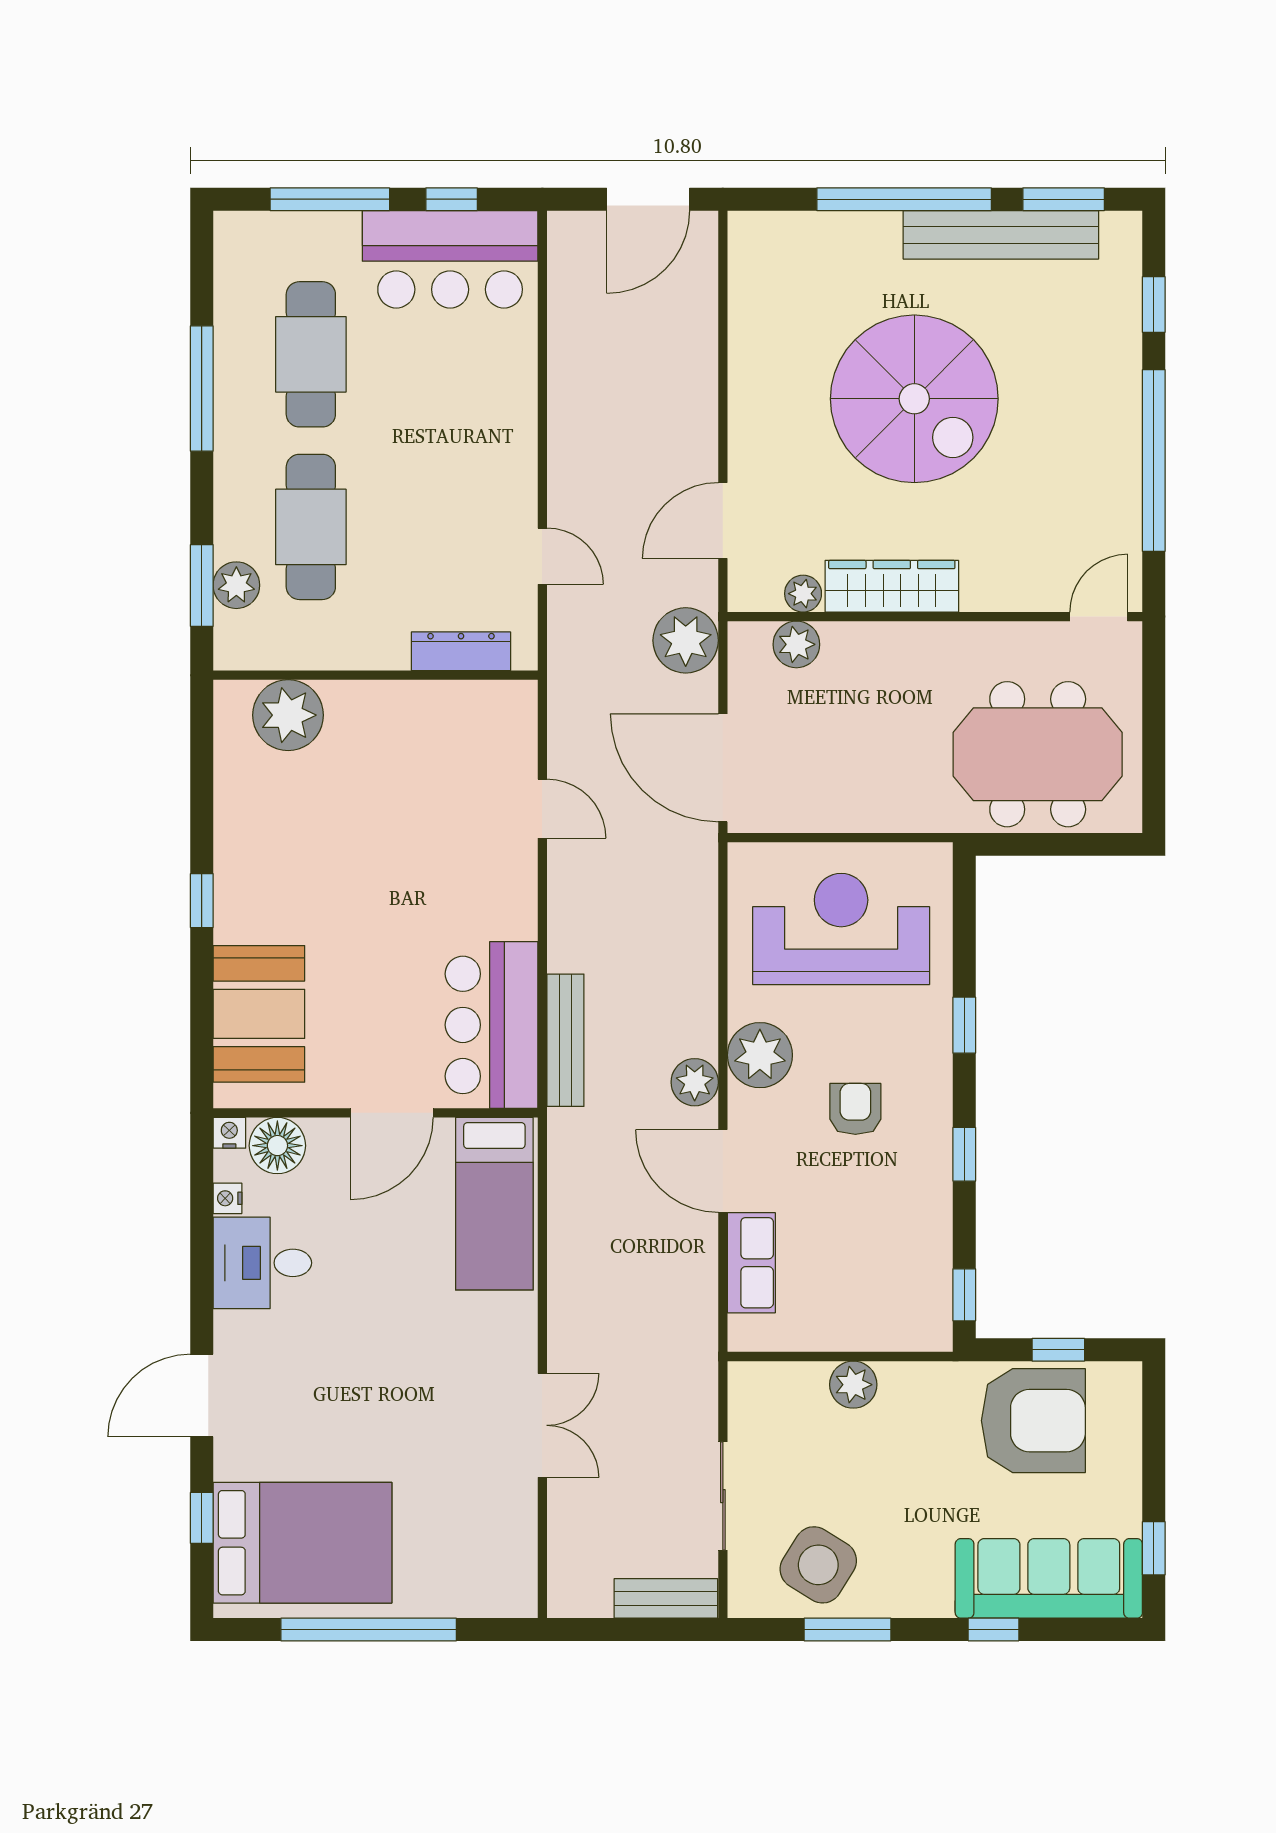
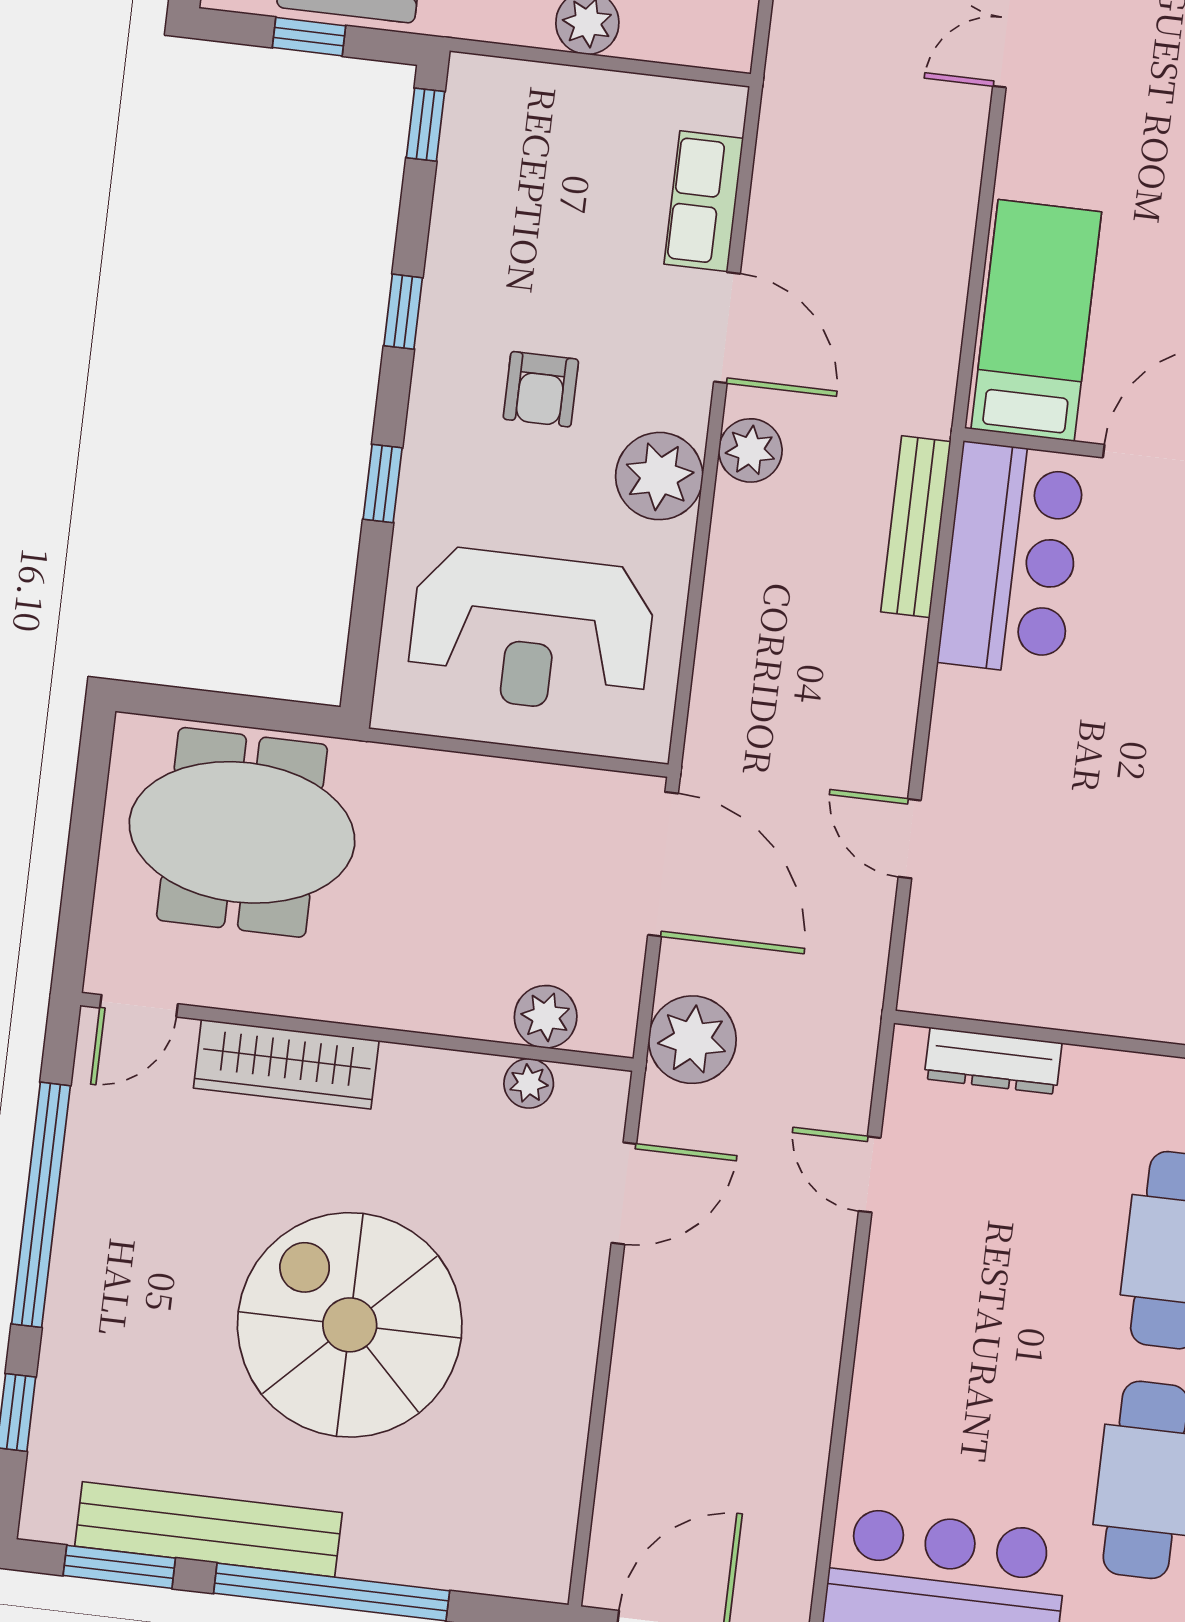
wardrobe: (892, 586) -> (286, 1064), moved

